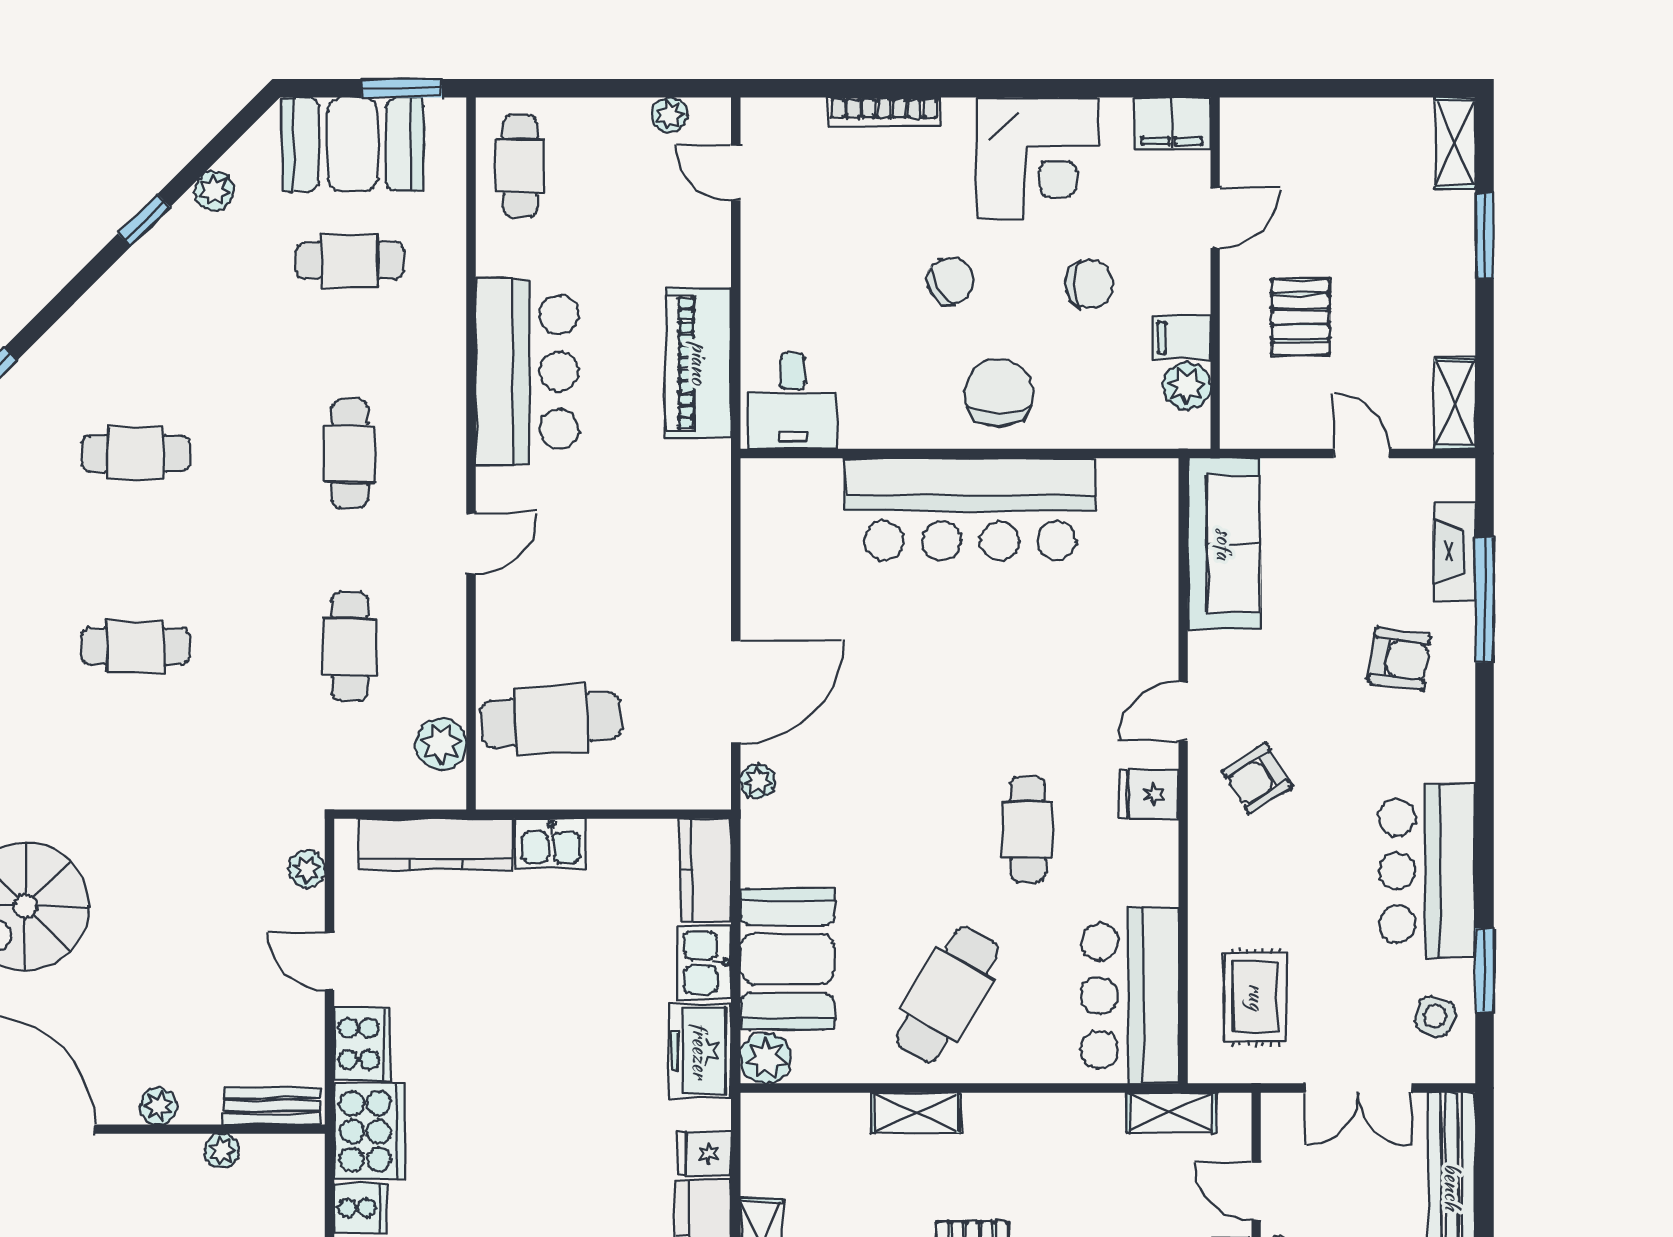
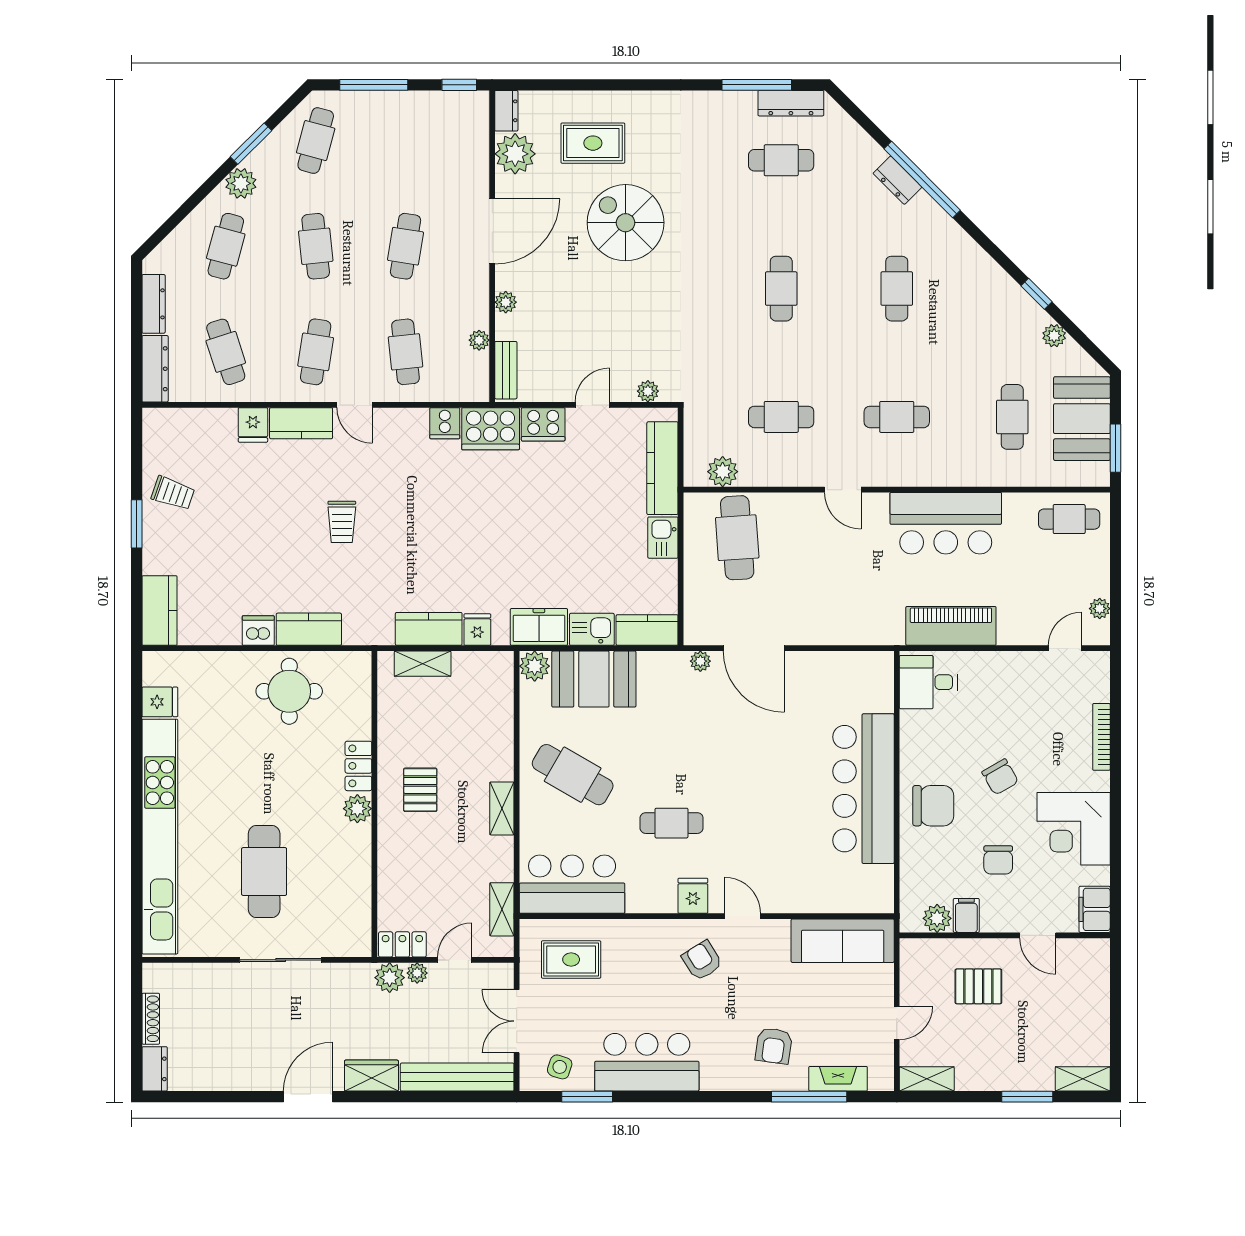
shelving: (916, 1113) -> (502, 808), moved

